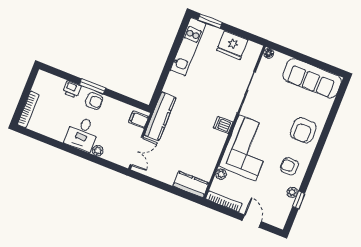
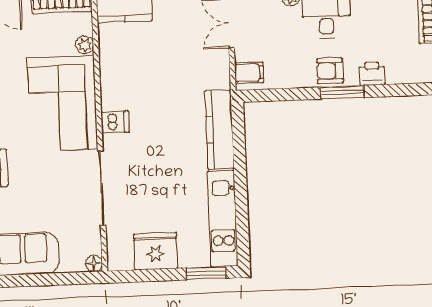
kitchen counter: (160, 116) -> (219, 129), moved

